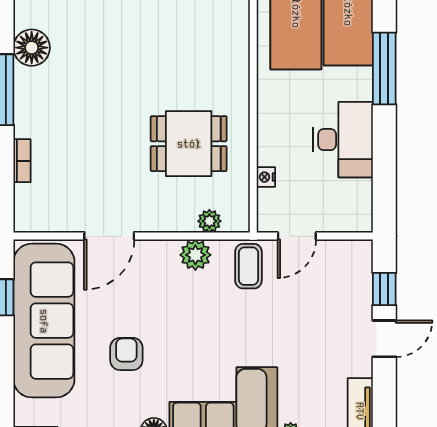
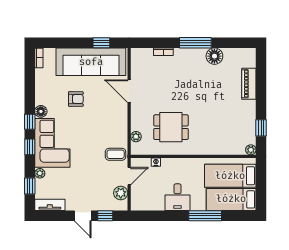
desk: (343, 140) -> (178, 197), width x0.73
dining table: (189, 144) -> (171, 127), turned 90
door: (297, 236) -> (129, 176), swing flipped
plant: (195, 255) -> (121, 193), moved

